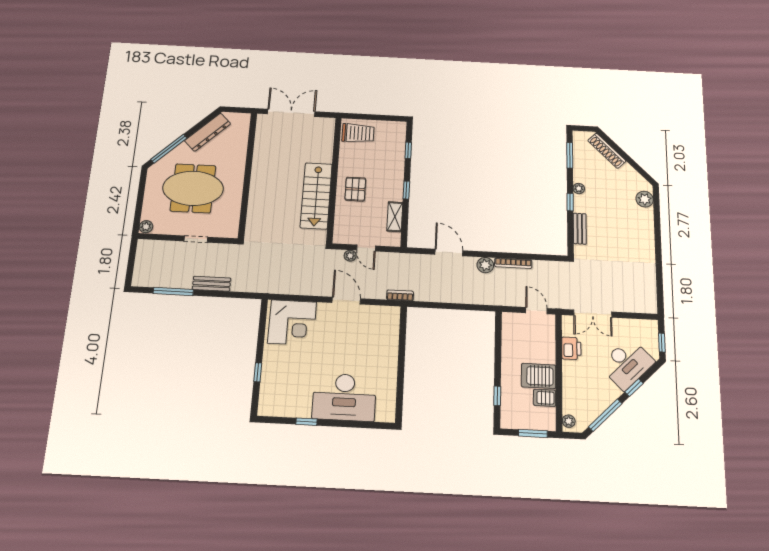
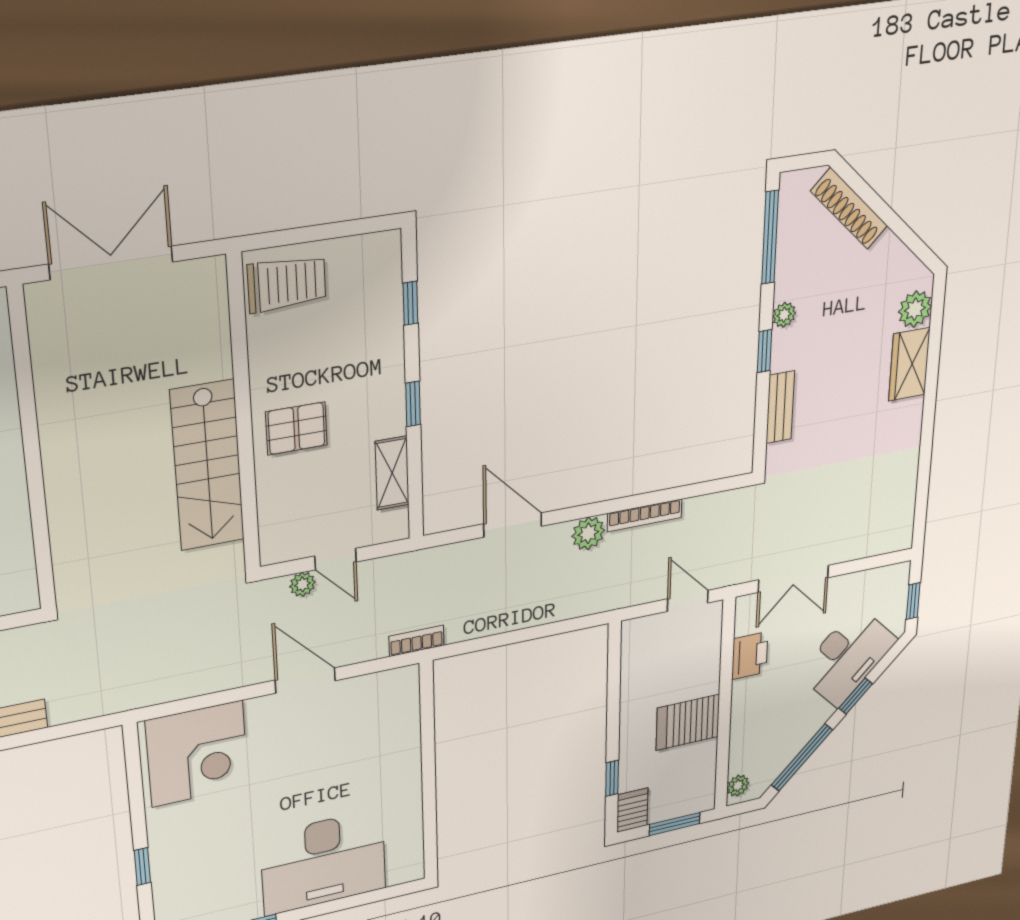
window: (570, 155) -> (770, 237), width x1.44
pallet: (355, 189) -> (296, 428), turned 90
wardrobe: (645, 223) -> (909, 364), added
server rack: (545, 398) -> (632, 810), moved, turned 90

